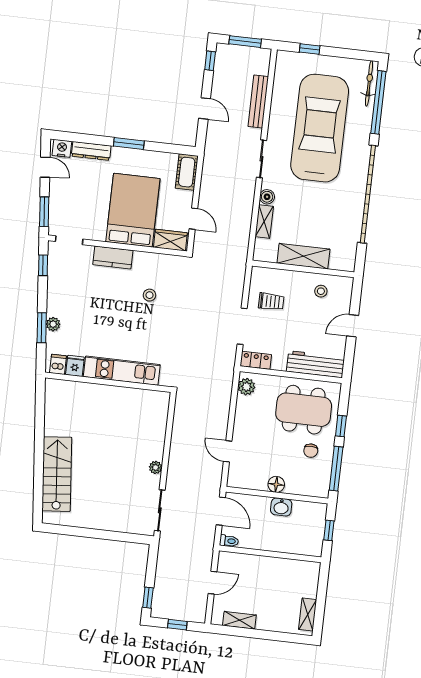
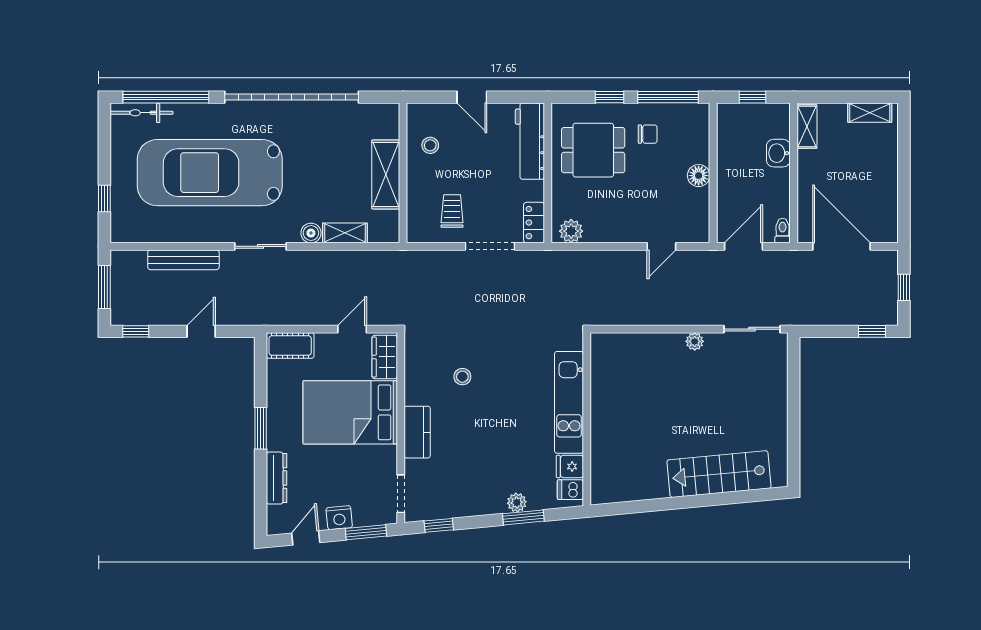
nightstand: (62, 148) -> (339, 518), moved, turned -95
dining table: (304, 410) -> (593, 150), width x0.73
washbasin: (281, 507) -> (778, 153), moved, turned 180
door: (212, 583) -> (842, 246), width x1.87
shelving: (239, 620) -> (807, 127), moved

